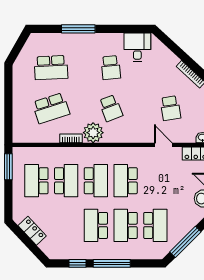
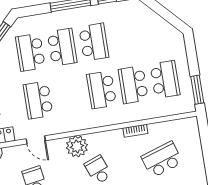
plant: (93, 133) -> (77, 146), moved
school desk: (126, 181) -> (38, 100), moved, turned 180
locker: (32, 231) -> (161, 25), removed

